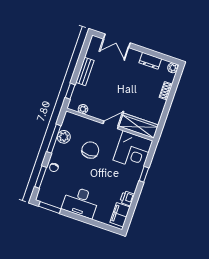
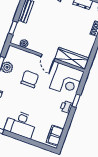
door: (111, 125) -> (48, 57), swing flipped
printer: (127, 198) -> (66, 107), moved

